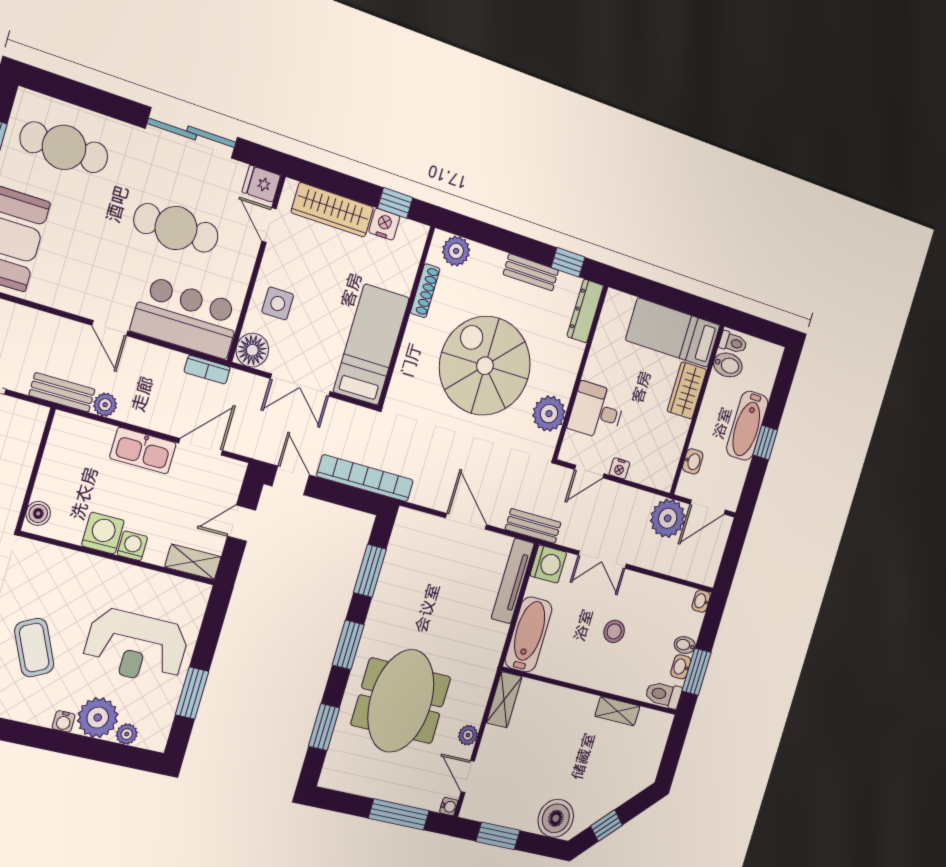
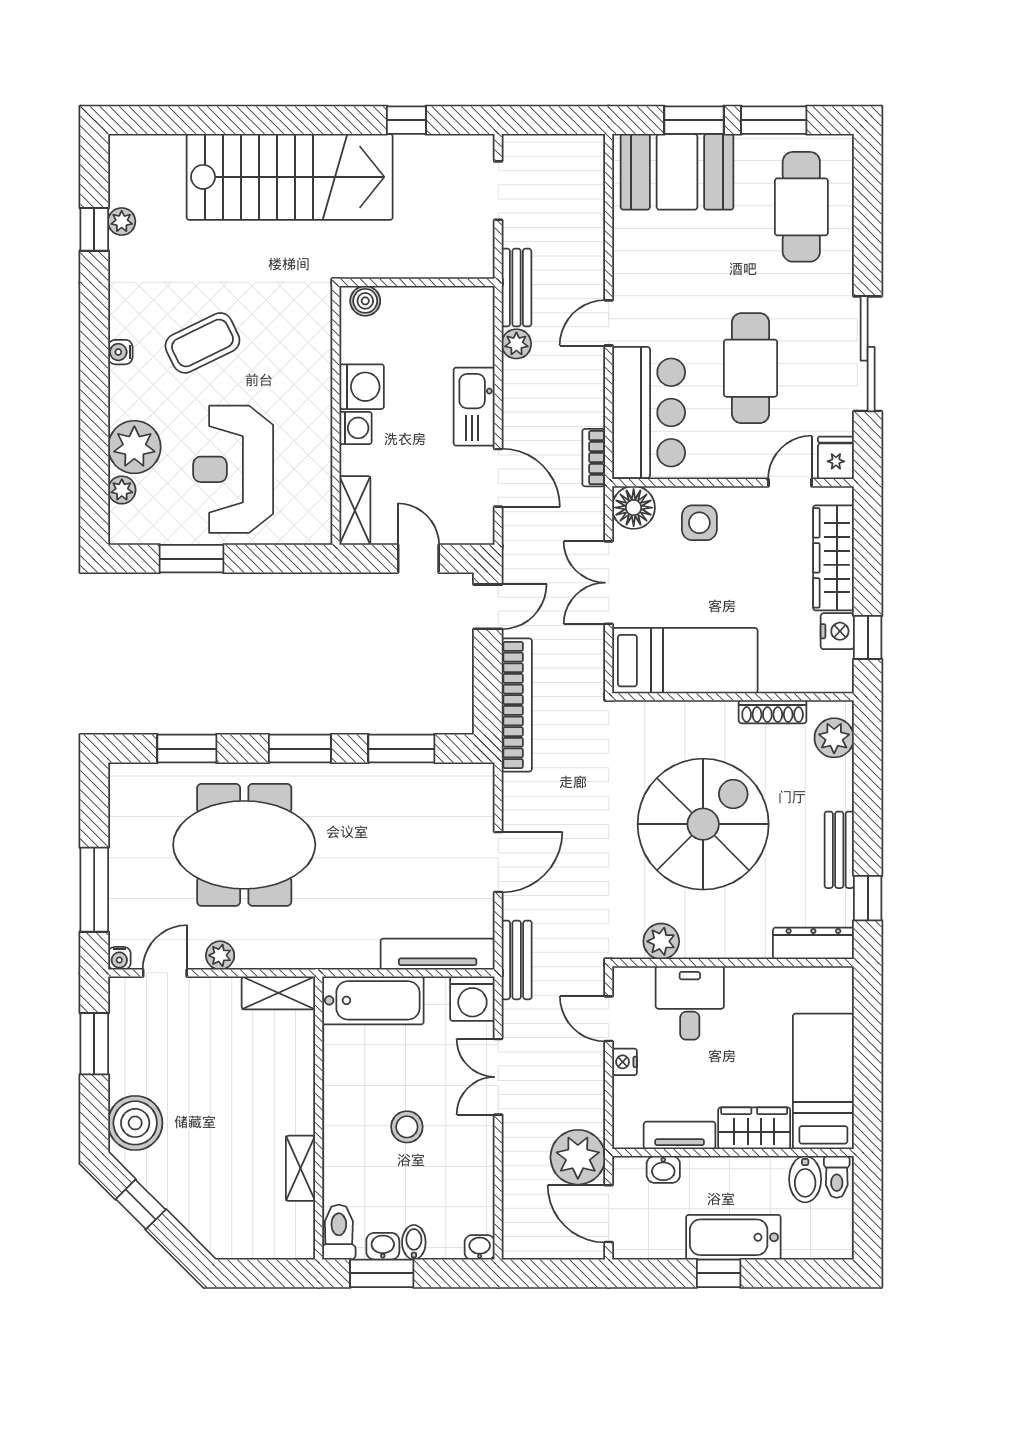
plant: (549, 414) -> (661, 941), width x0.73, depth x0.73
tv unit: (676, 444) -> (680, 1135), added
water cooler: (64, 721) -> (120, 352), moved

